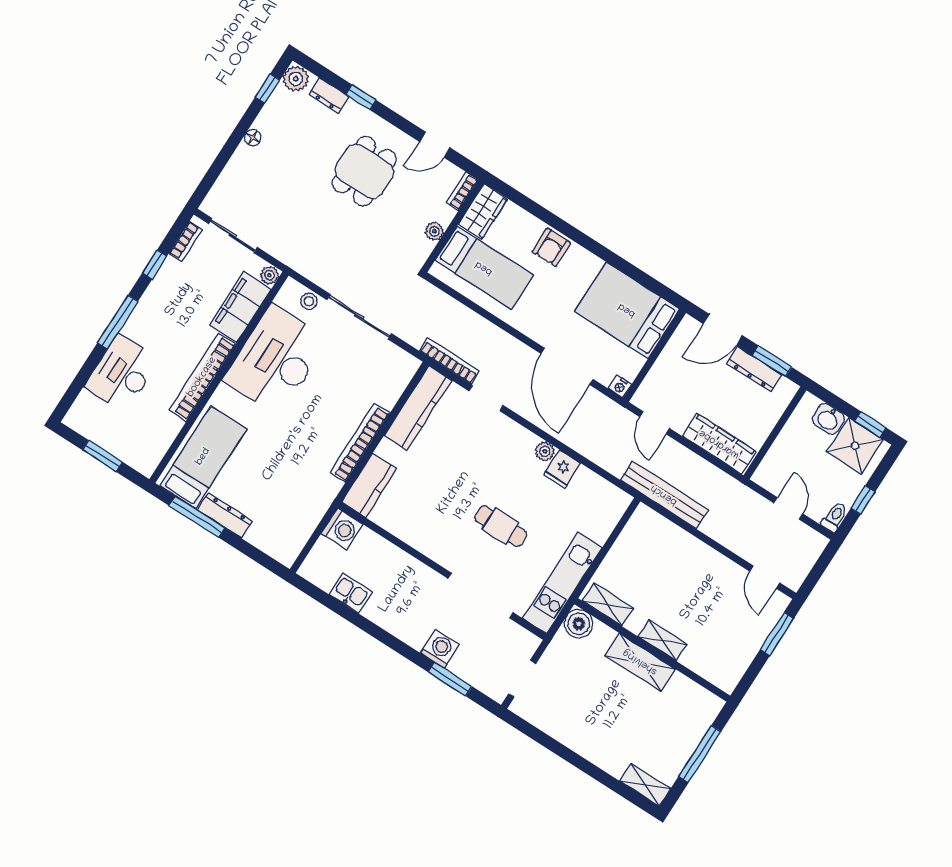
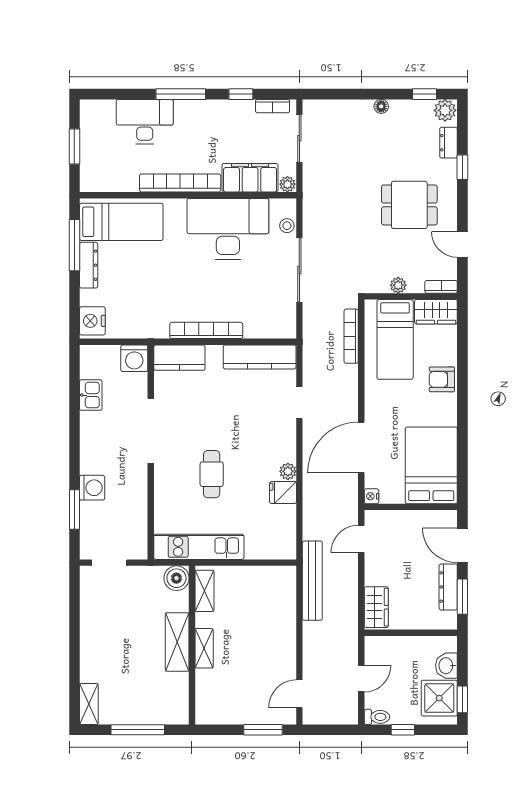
bookcase: (450, 361) -> (351, 336), moved, turned 180
wardrobe: (719, 444) -> (376, 607), width x0.67
nightstand: (280, 546) -> (92, 321), added
doorway: (481, 596) -> (151, 431), moved

